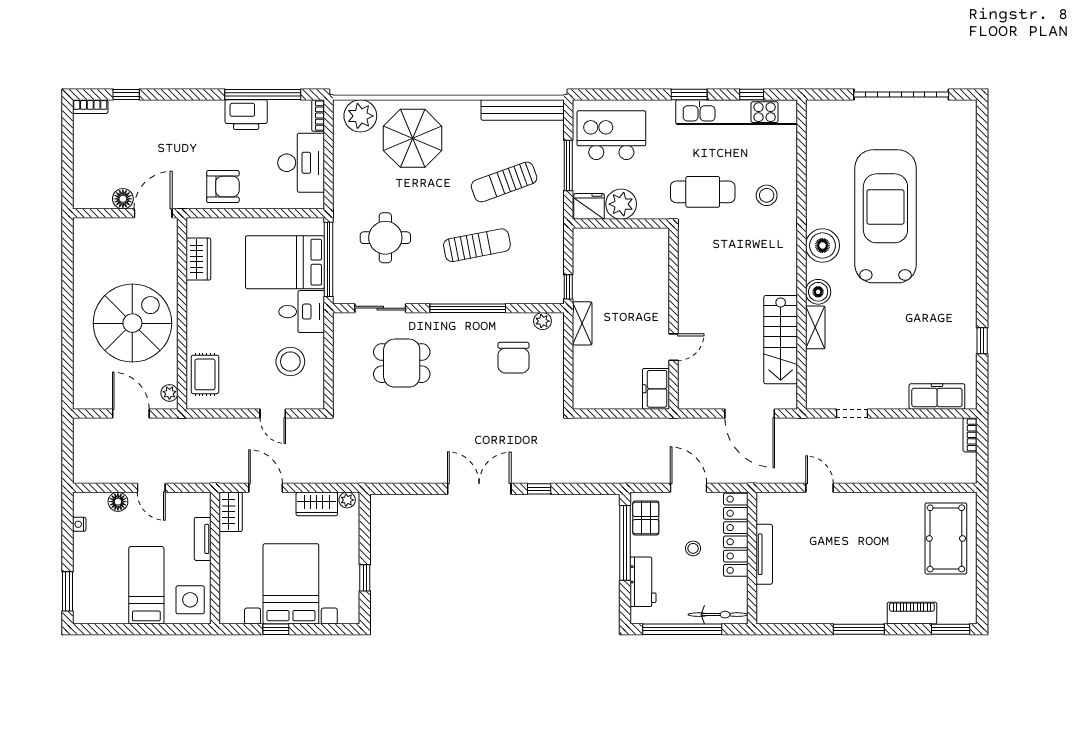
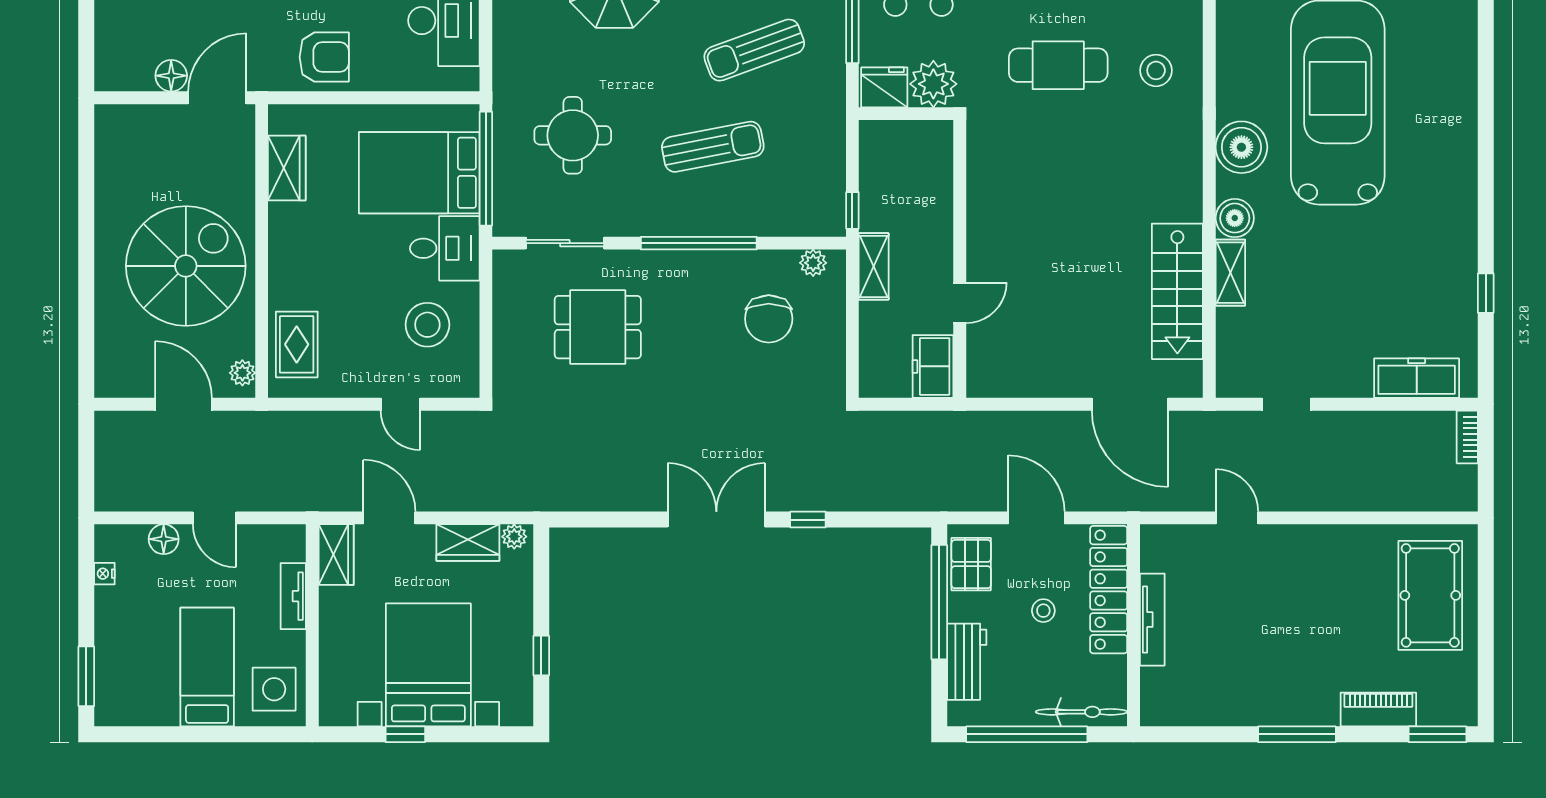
wall: (673, 319) -> (960, 259), moved
door: (673, 347) -> (960, 303), moved
freezer: (656, 389) -> (933, 366), moved

